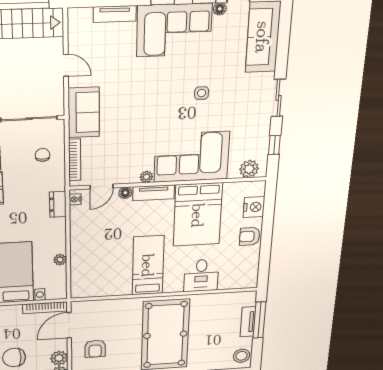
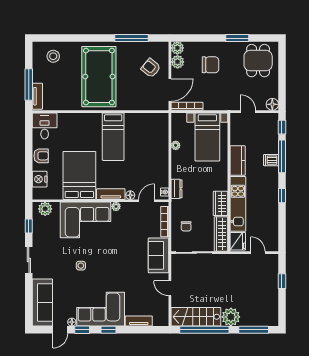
desk: (201, 275) -> (45, 126), moved
tv unit: (248, 322) -> (37, 96), moved
armchair: (95, 349) -> (151, 68), turned -51
stool: (242, 356) -> (53, 56), moved

